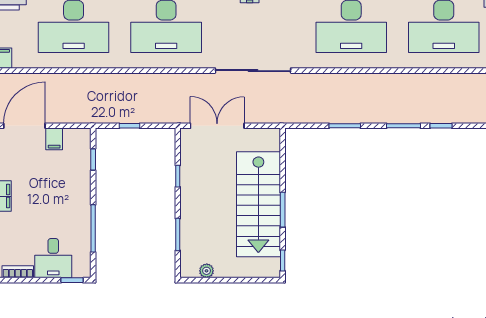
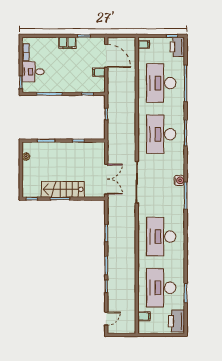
double door: (217, 126) -> (106, 179), moved
stairs: (258, 204) -> (63, 189), width x0.73, depth x0.66

